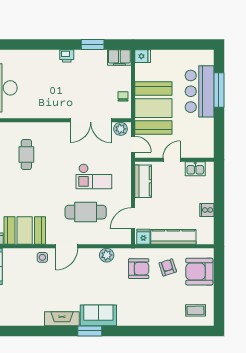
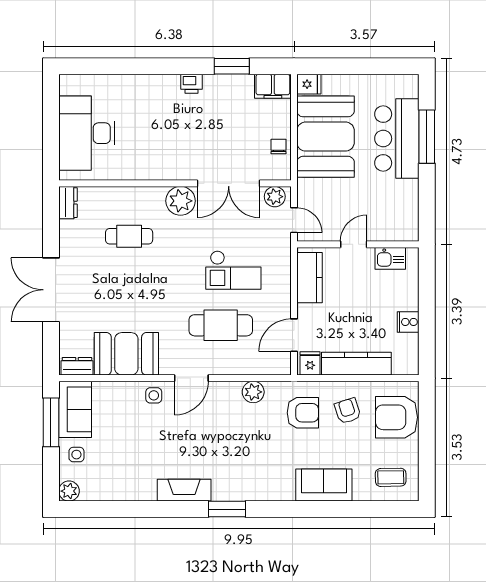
booth: (153, 108) -> (326, 137), moved
plant: (60, 132) -> (181, 201), added
cafe table: (26, 155) -> (129, 236), turned 90
sofa: (98, 315) -> (324, 485), moved

